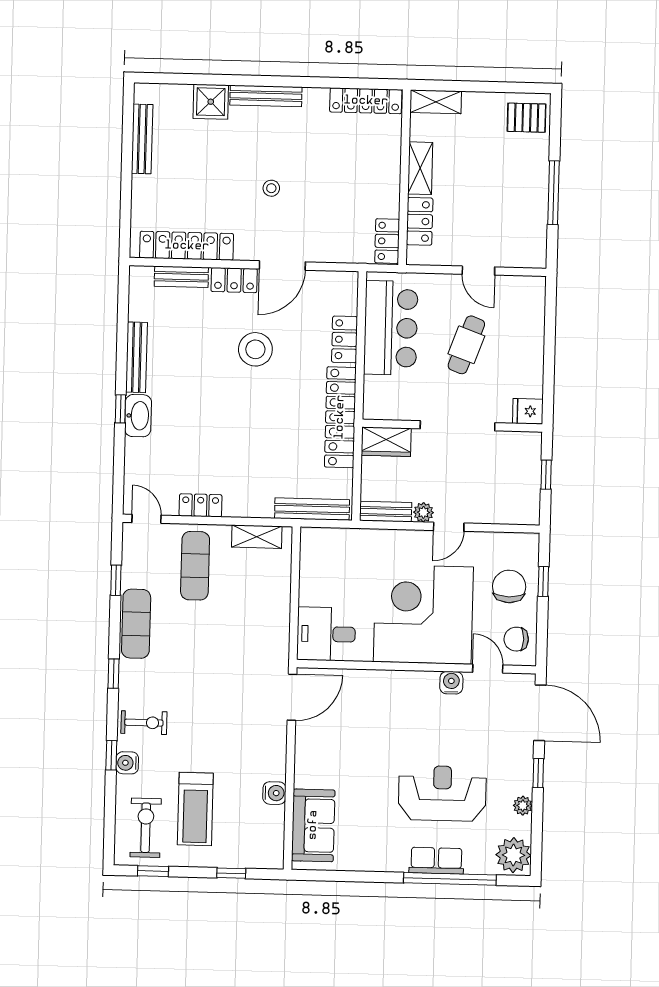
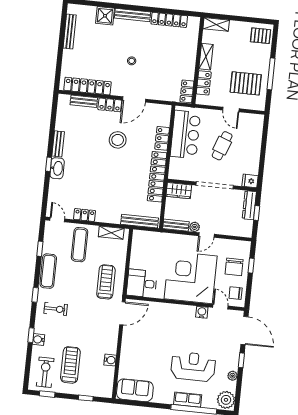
locker: (366, 101) -> (169, 20), moved
pallet: (504, 216) -> (246, 83), added
bench: (137, 357) -> (58, 144), width x0.73
dresser: (530, 460) -> (249, 205), added
chair: (509, 586) -> (234, 267), turned 180
treadmill: (254, 637) -> (106, 282), added
exercise bike: (144, 723) -> (56, 309), moved
treadmill: (195, 809) -> (70, 365), turned 180
sofa: (313, 825) -> (135, 390), moved, turned -90

